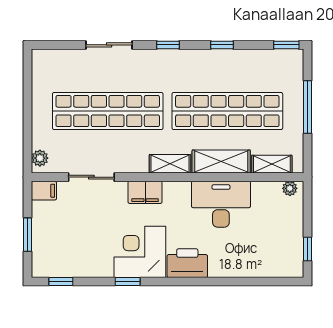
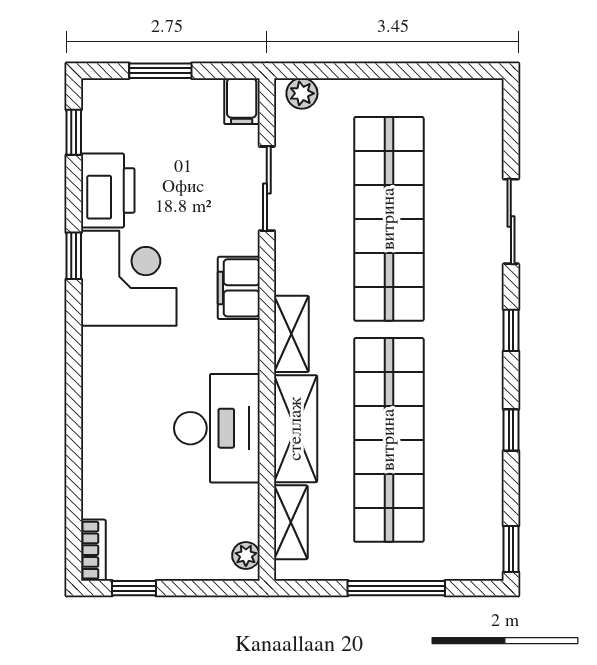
printer: (187, 263) -> (108, 190), moved
bookcase: (287, 271) -> (93, 550), added

